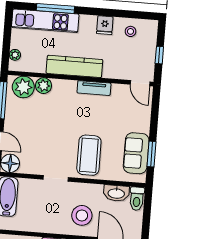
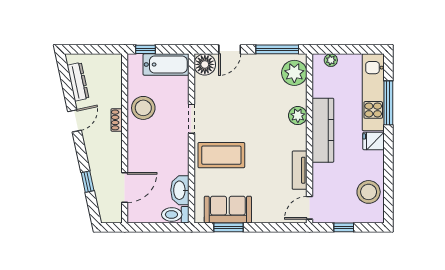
fridge: (105, 25) -> (373, 141), moved
stool: (130, 31) -> (369, 192), width x1.89, depth x1.89
plant: (44, 86) -> (298, 116), moved
tv unit: (94, 88) -> (300, 170), moved
stool: (82, 215) -> (143, 108), moved

